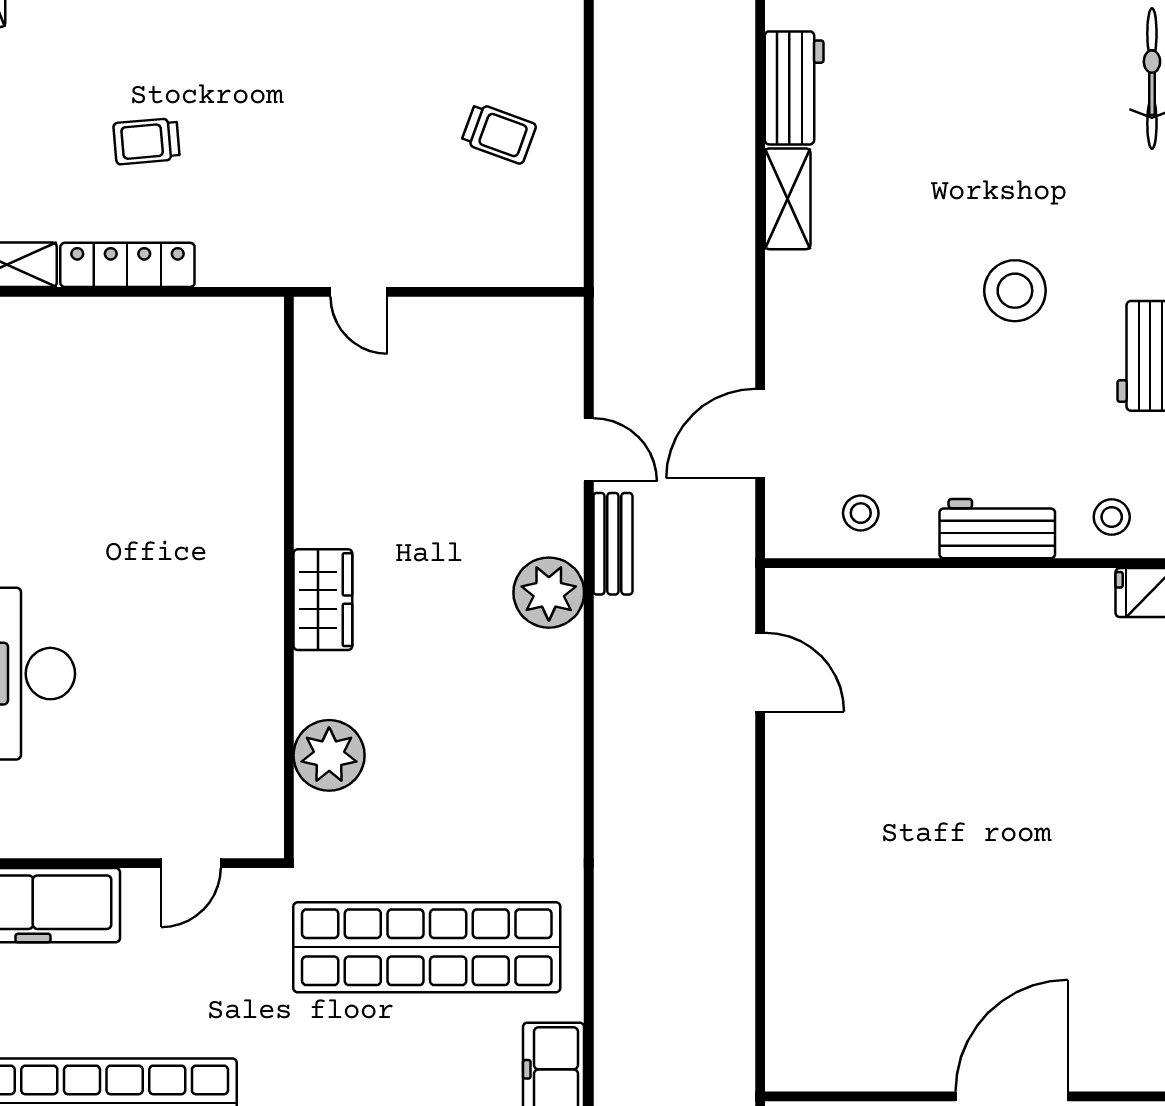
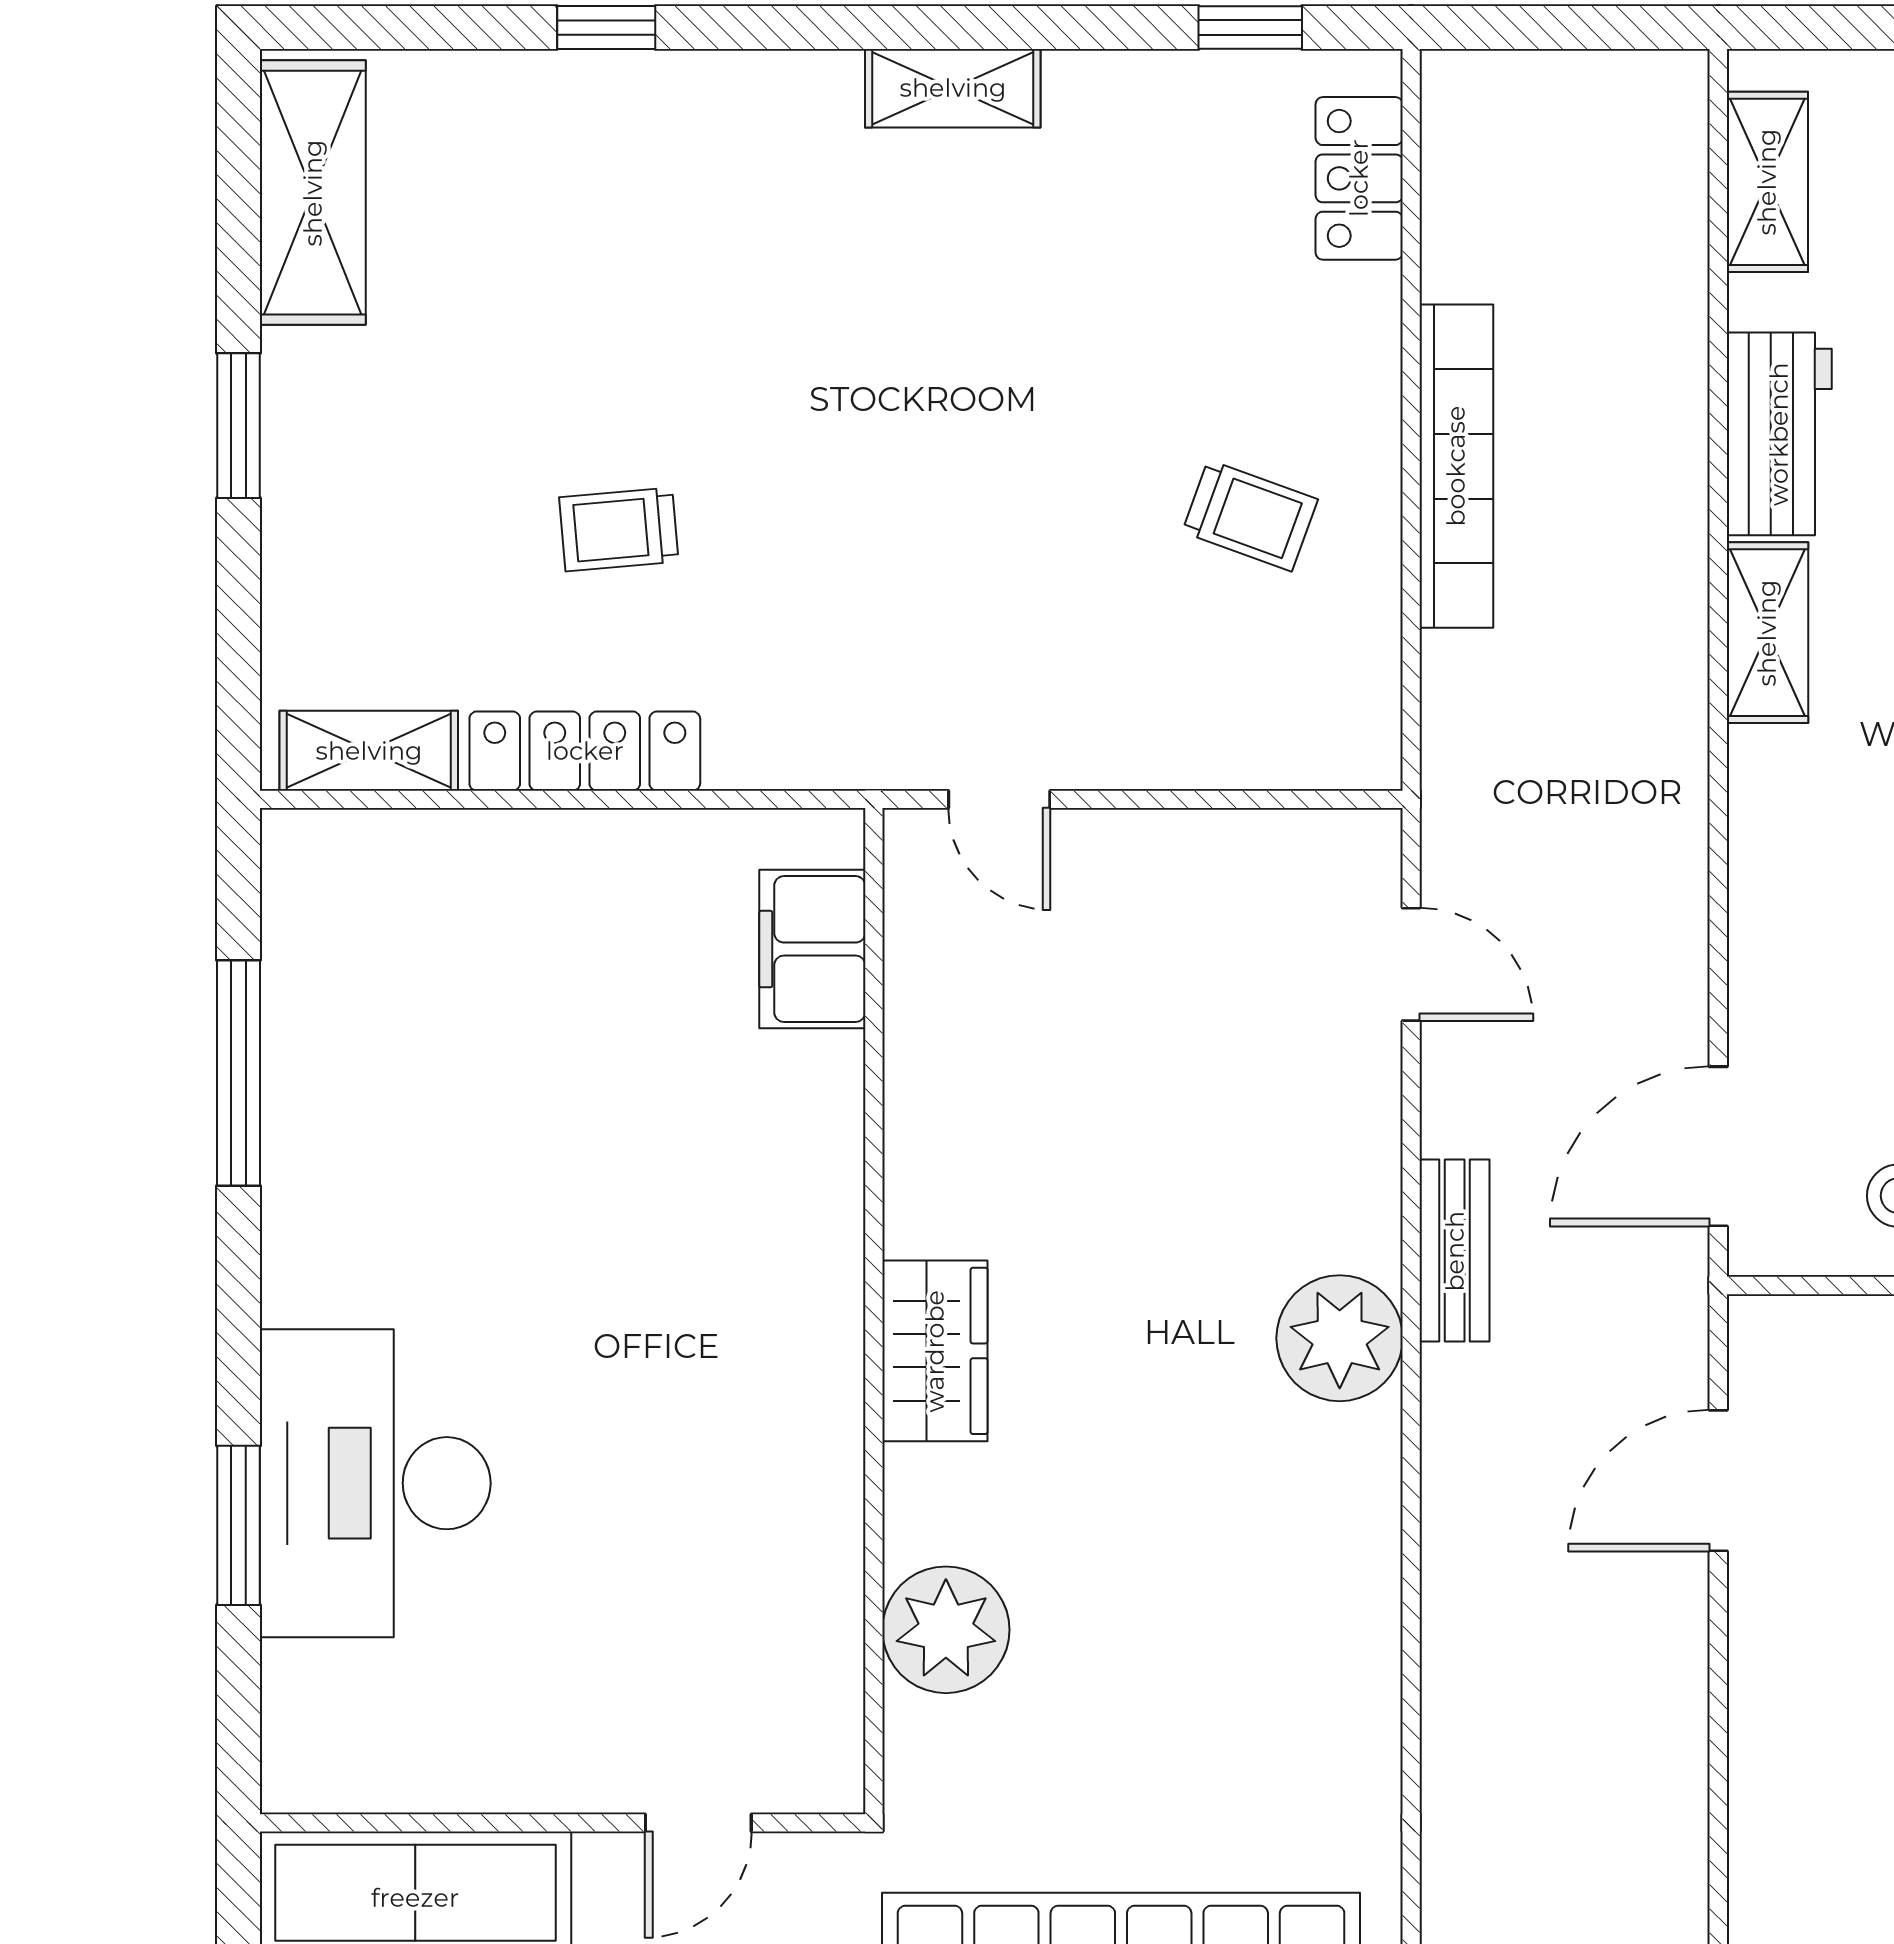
bookcase: (614, 106) -> (1456, 466), added
filing cabinet: (255, 375) -> (812, 949), added
door: (760, 434) -> (1718, 1146), moved
door: (589, 450) -> (1411, 964), moved
door: (760, 672) -> (1718, 1481), swing flipped

